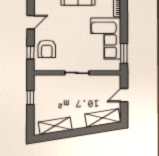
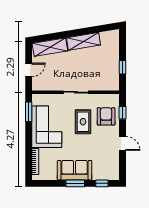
door: (31, 22) -> (122, 143), swing flipped
rug: (70, 44) -> (83, 122), added
shelving: (55, 126) -> (83, 41), moved

